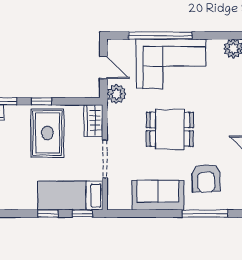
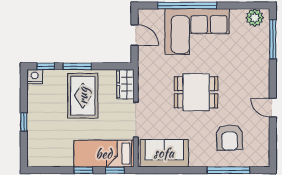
plant: (117, 94) -> (147, 60), removed
window: (41, 101) -> (77, 66), width x1.50
sofa: (158, 195) -> (164, 153), moved

